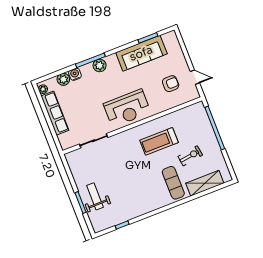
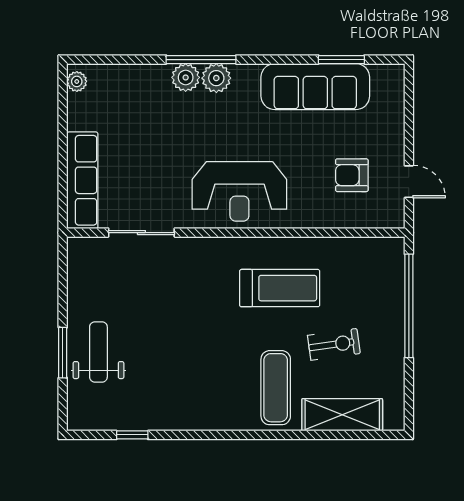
water cooler: (75, 74) -> (157, 76), removed
plant: (63, 79) -> (186, 77), moved
armchair: (171, 84) -> (352, 175), turned 180
row of seats: (55, 113) -> (82, 180), moved
treadmill: (159, 141) -> (280, 288), turned 180

